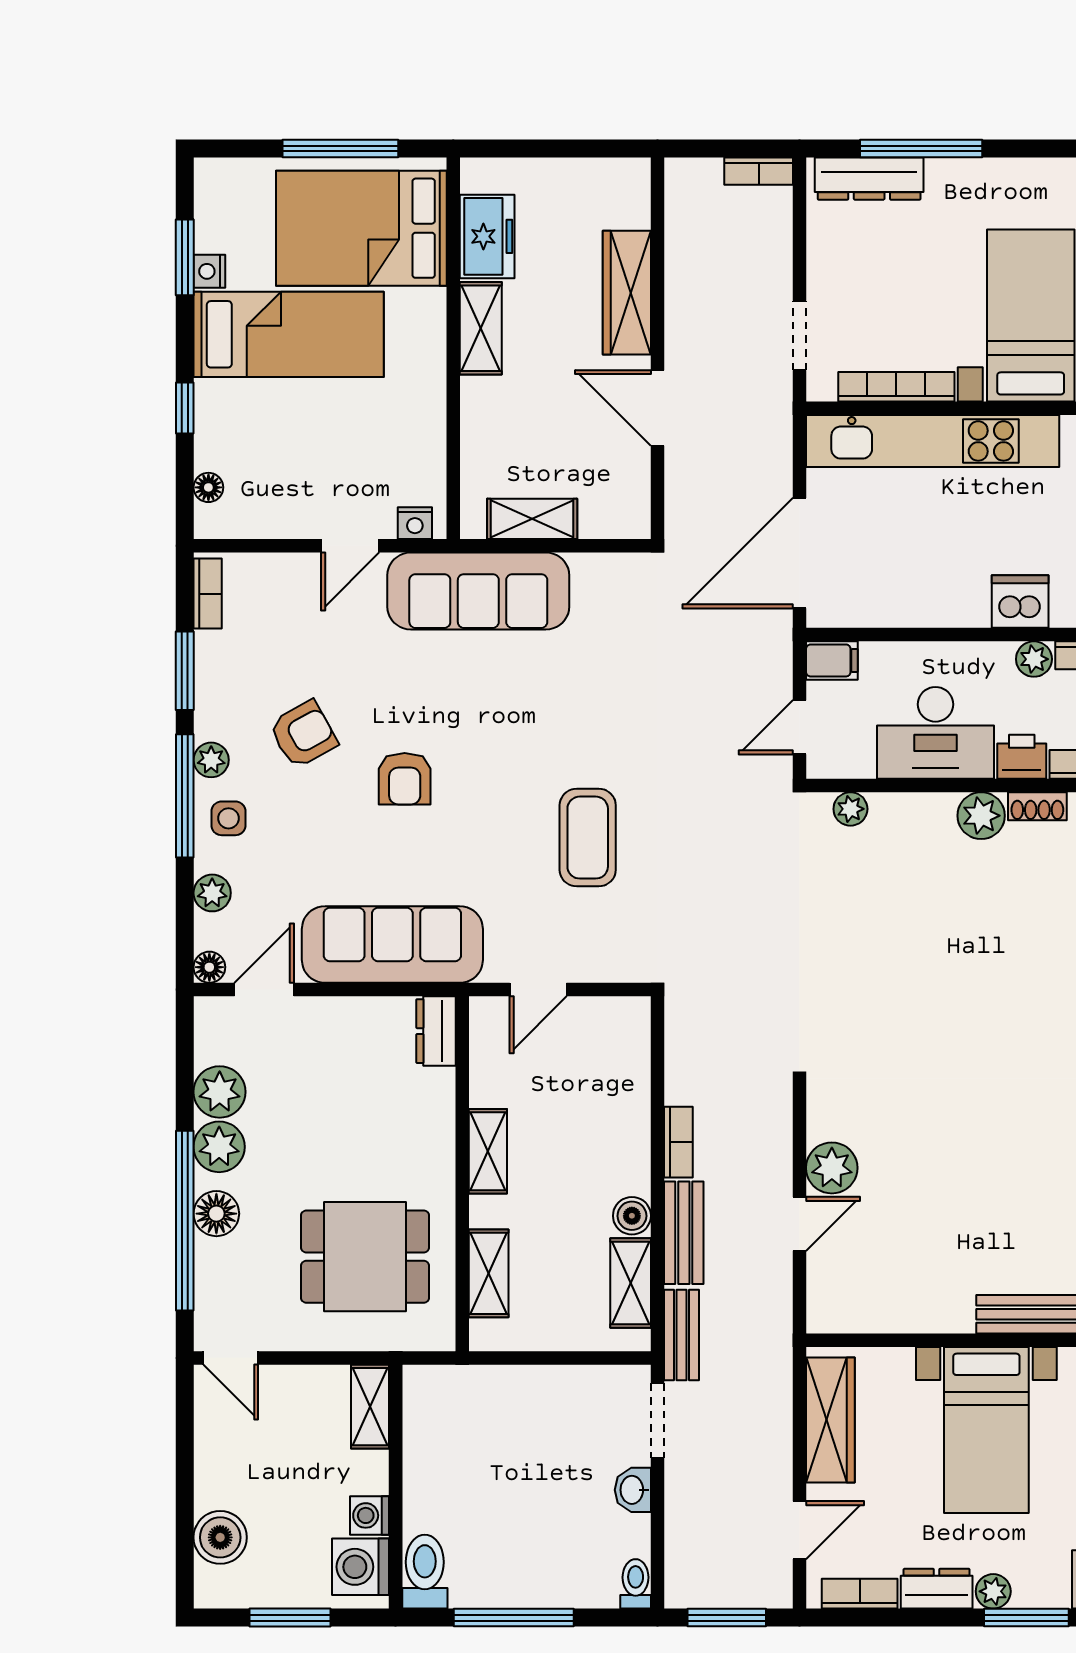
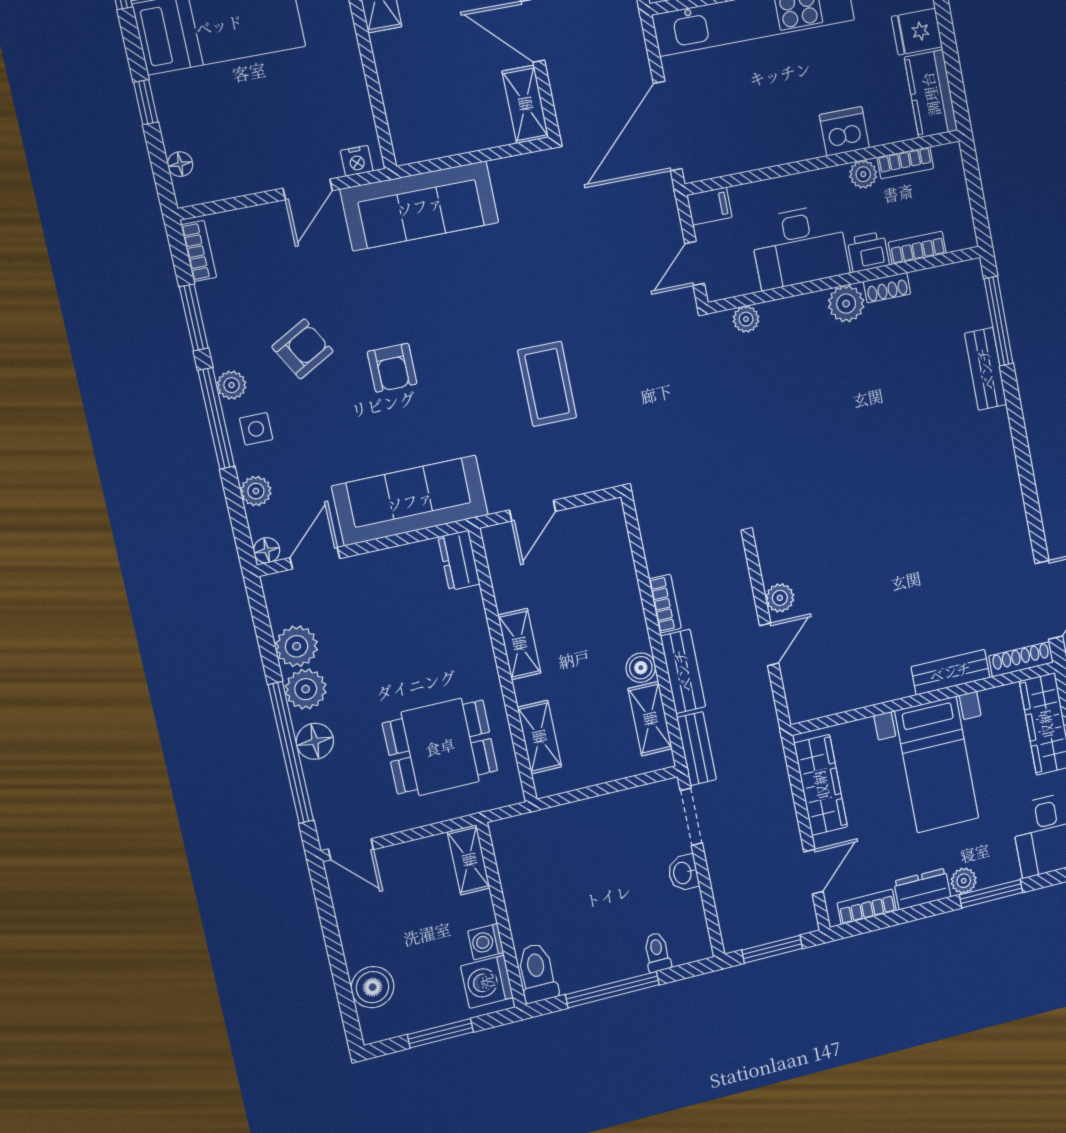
shelving: (532, 519) -> (525, 104), moved, turned 90
plant: (832, 1168) -> (780, 598), width x0.73, depth x0.73
toilet: (636, 1584) -> (657, 952), moved

